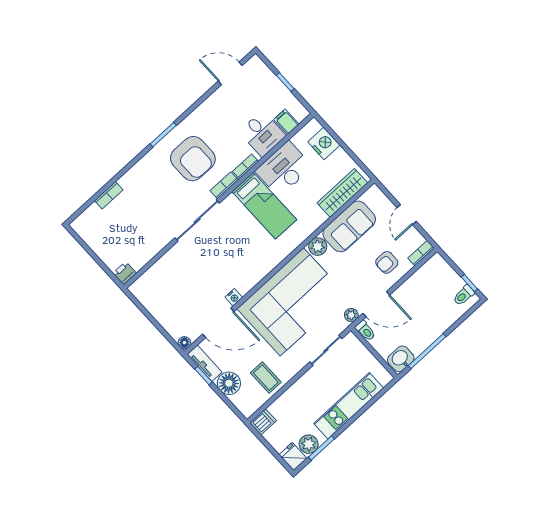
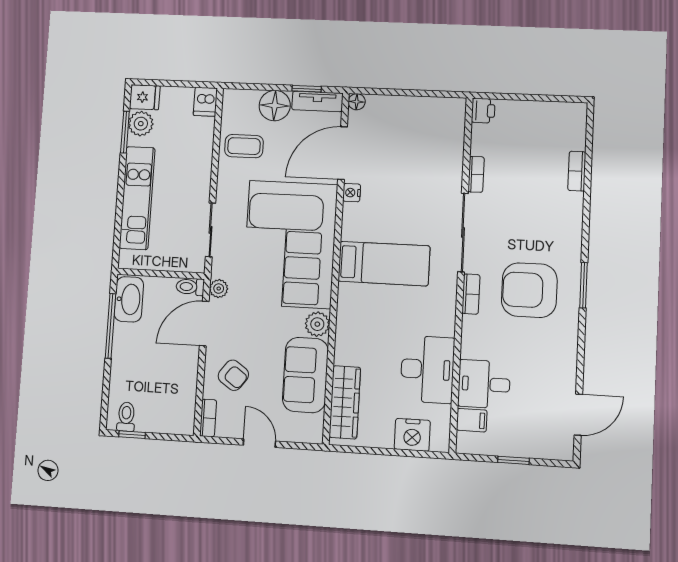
bookcase: (246, 166) -> (476, 174), moved
bed: (264, 206) -> (384, 264), moved, turned 180
armchair: (387, 262) -> (233, 375), turned 126
washbasin: (401, 359) -> (129, 299), width x1.38

